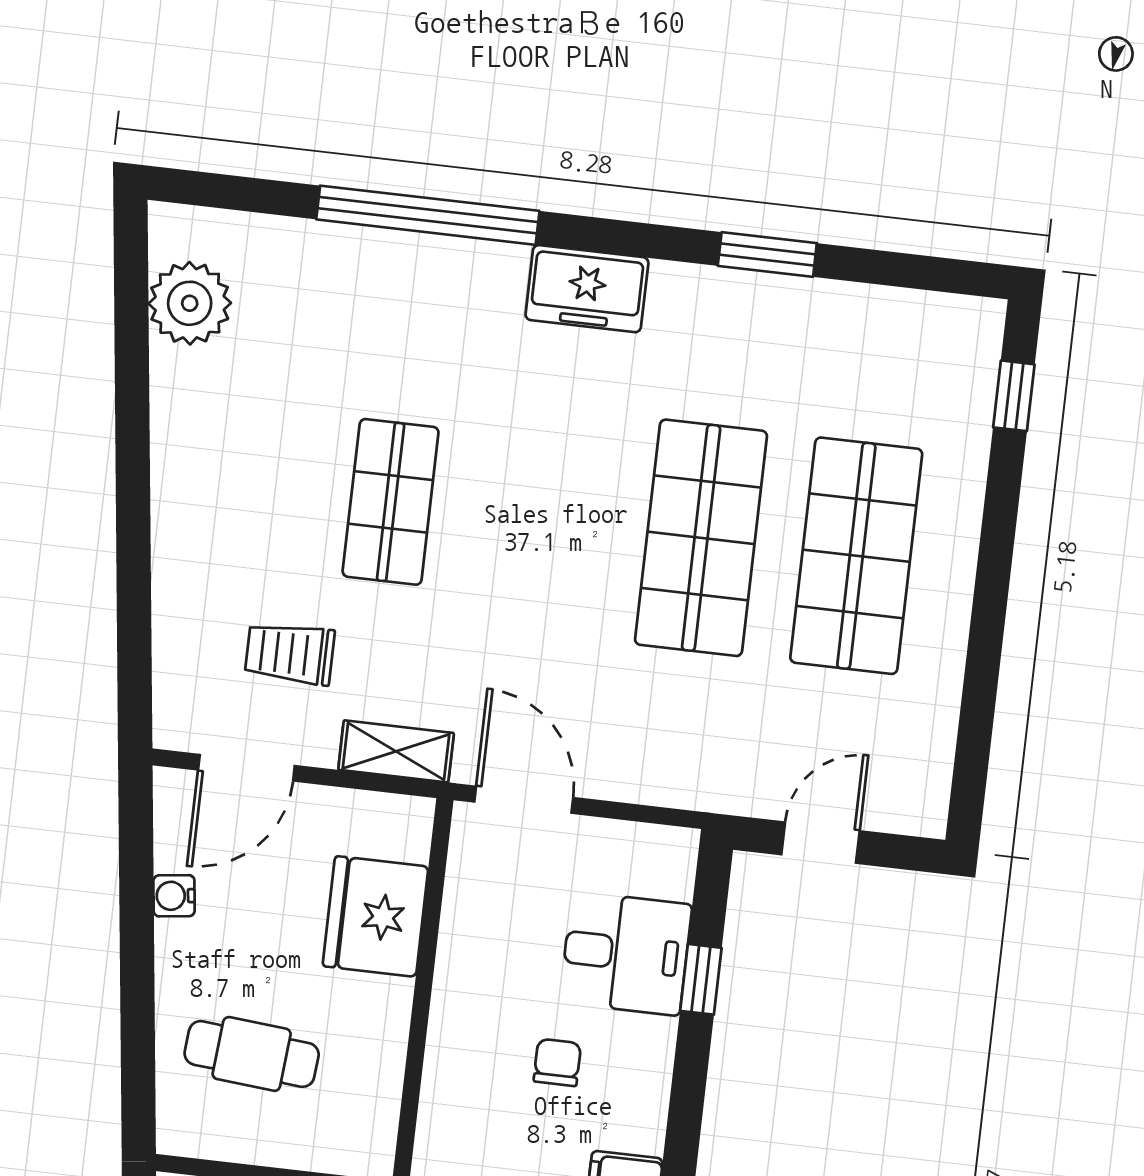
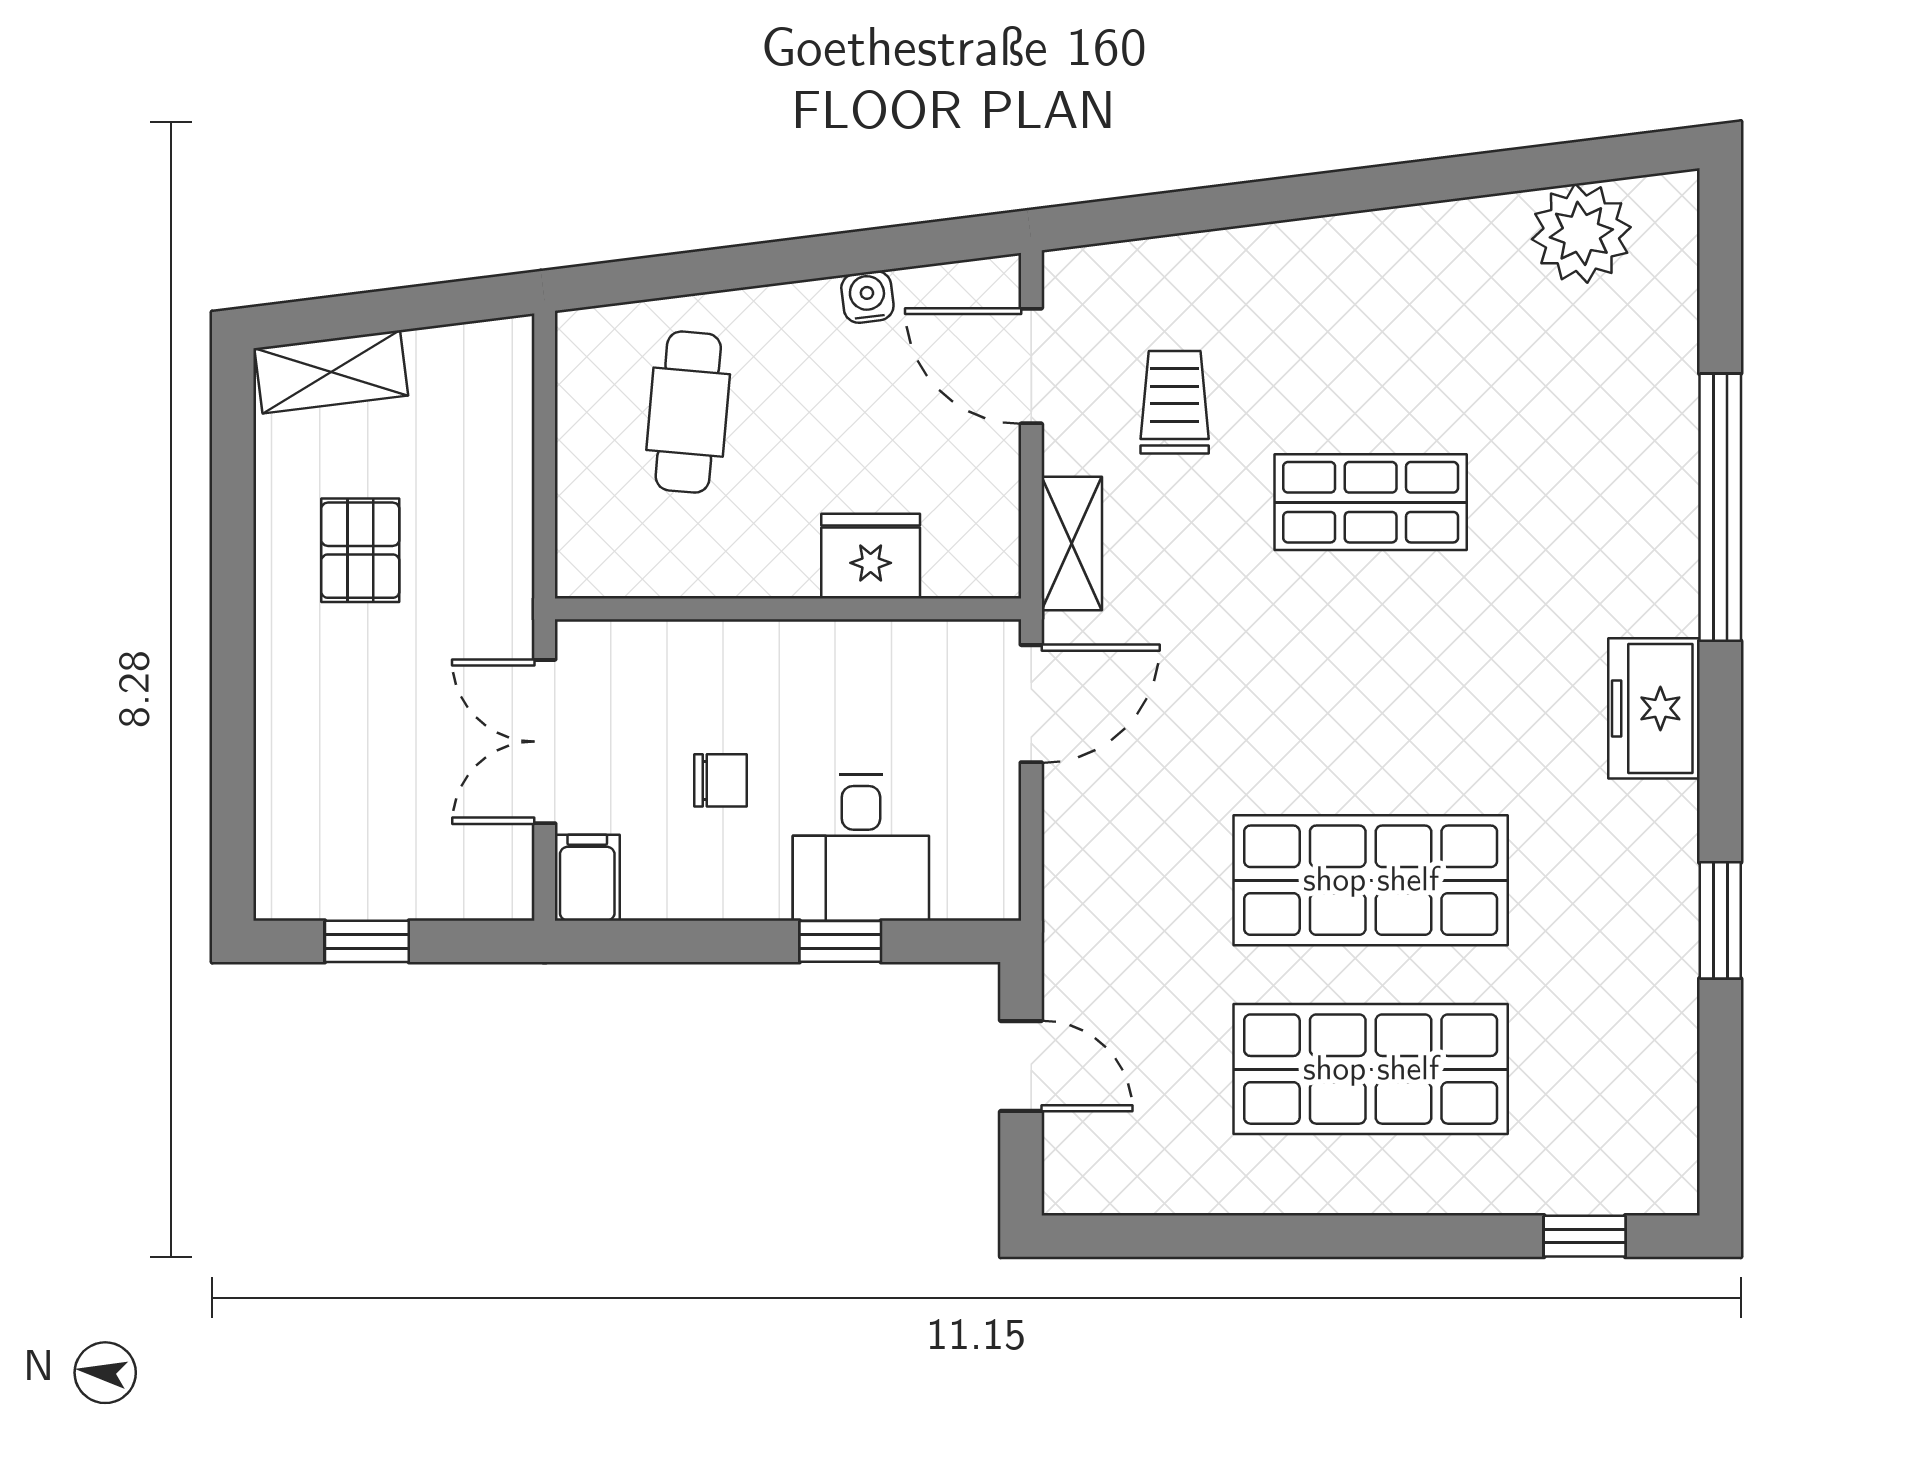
fridge: (376, 916) -> (871, 556), width x0.73, depth x0.75

